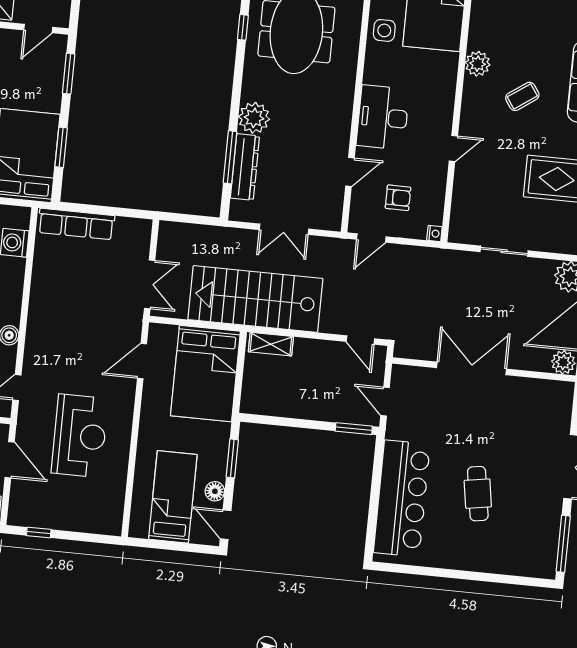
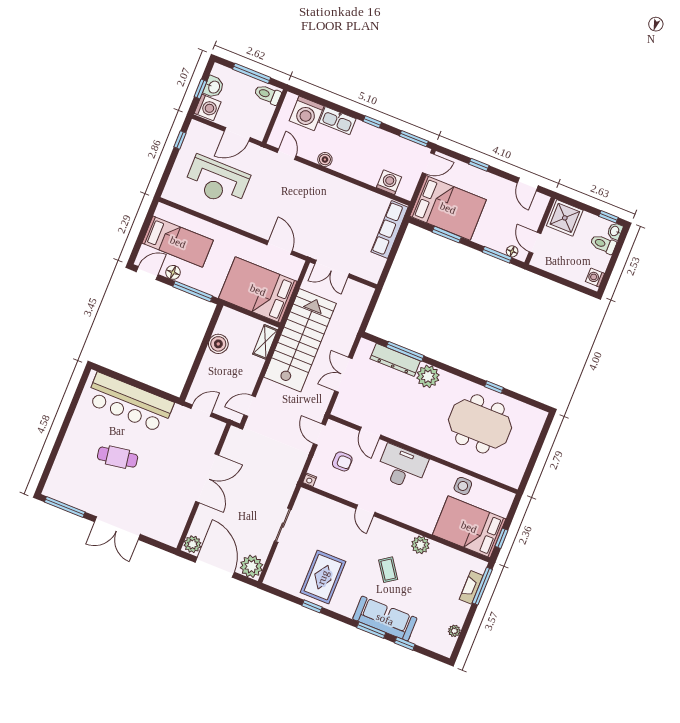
floor lamp: (58, 55) -> (512, 251), added
armchair: (398, 198) -> (342, 461), turned -90
boiler: (291, 405) -> (218, 344), added
window: (354, 429) -> (189, 383), removed
reception desk: (80, 436) -> (217, 181), moved
window: (232, 458) -> (193, 291), width x1.44

